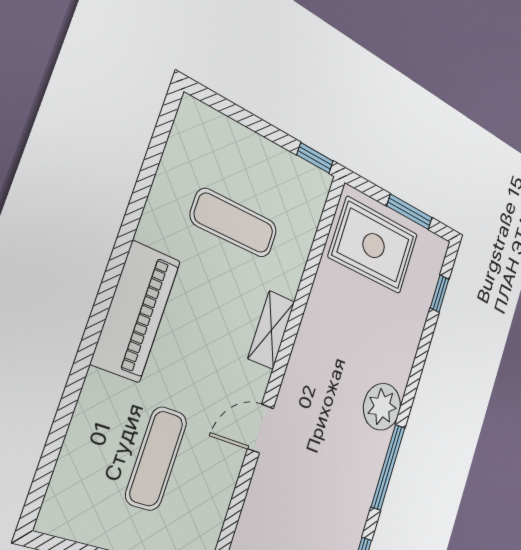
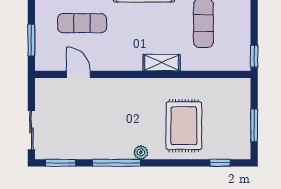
rug: (374, 246) -> (184, 126), moved
plant: (382, 407) -> (141, 152), width x0.53, depth x0.53
door: (260, 429) -> (78, 74), moved

